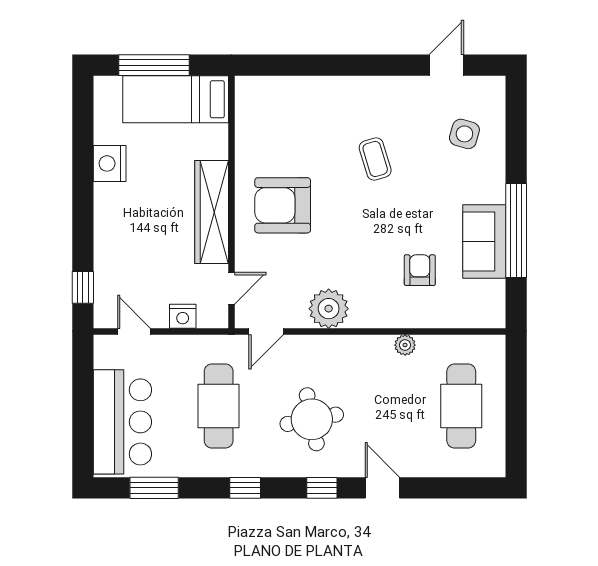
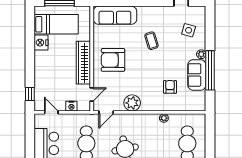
sofa: (287, 98) -> (115, 15), added
bed: (176, 99) -> (56, 24), moved, turned 180
plant: (495, 192) -> (201, 54), added

